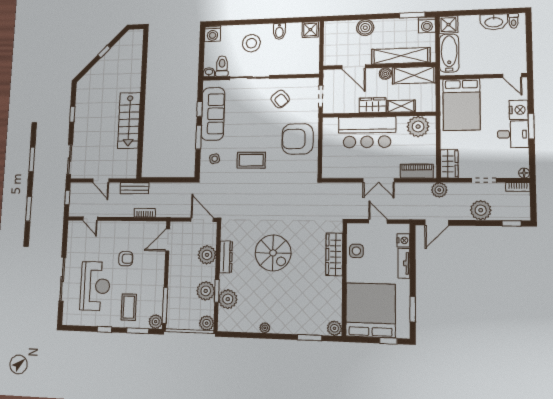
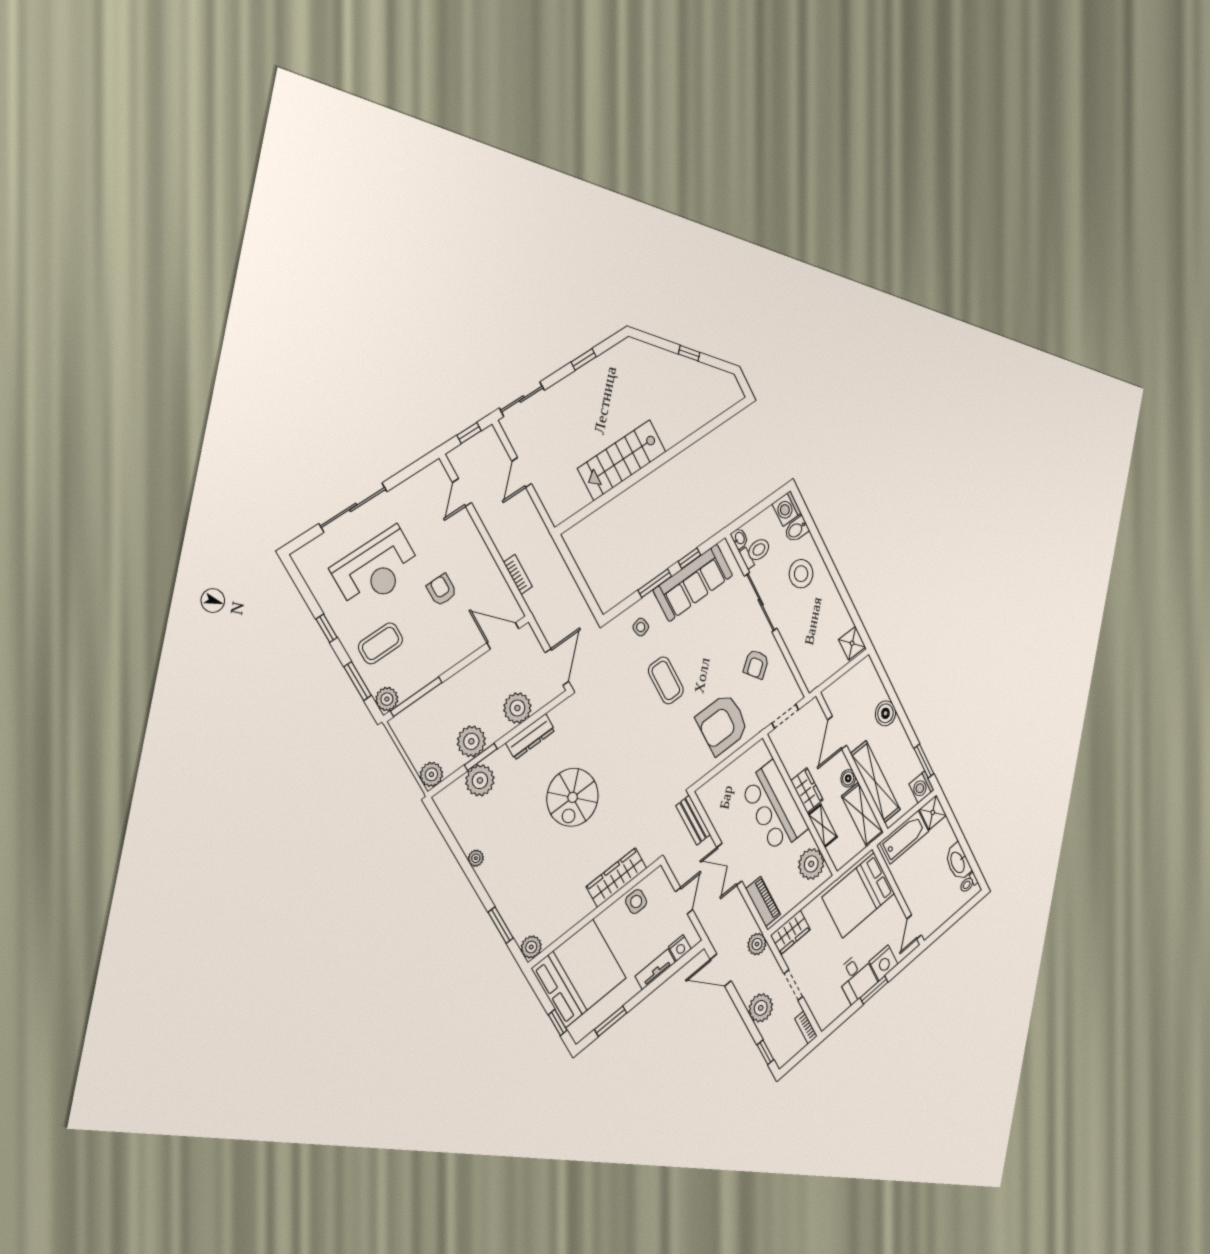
bidet: (279, 31) -> (797, 529), moved
armchair: (298, 139) -> (722, 724), turned -90
floor lamp: (524, 173) -> (824, 1022), removed
bench: (134, 188) -> (693, 820), moved
armchair: (126, 259) -> (442, 590), turned 180

